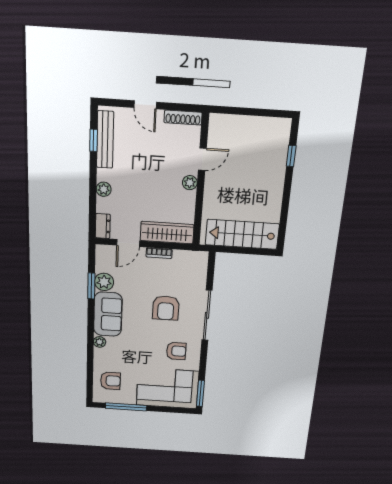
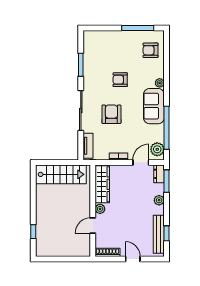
window: (92, 215) -> (166, 181), added
wardrobe: (167, 233) -> (102, 184), moved, turned -90
tv unit: (201, 270) -> (88, 146), added
plant: (104, 282) -> (157, 149), moved
window: (91, 286) -> (166, 128), width x2.11
armchair: (176, 351) -> (120, 80), moved
corner sofa: (168, 388) -> (106, 47), removed
window: (200, 393) -> (81, 65), moved

